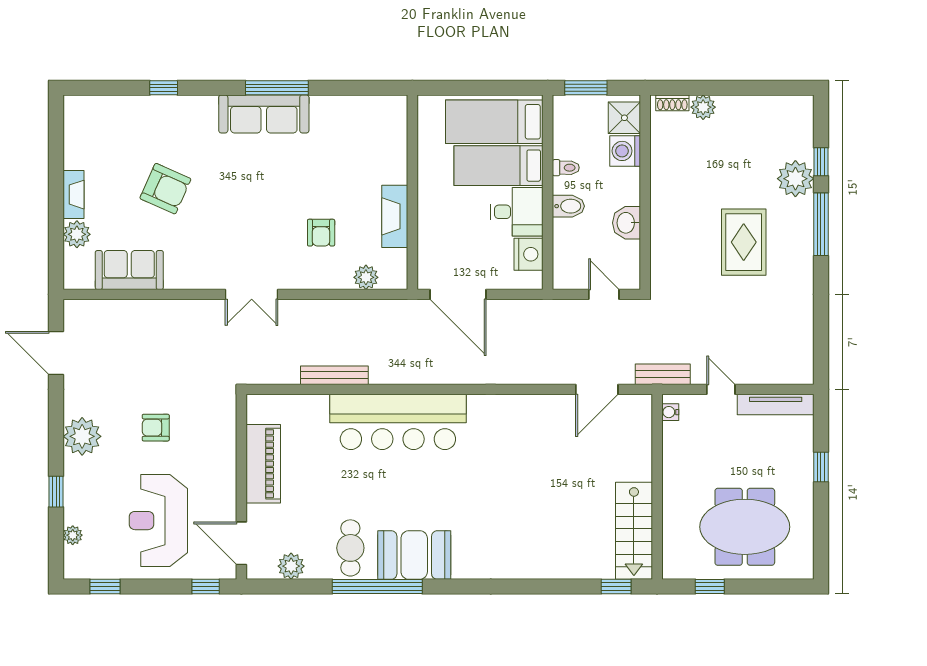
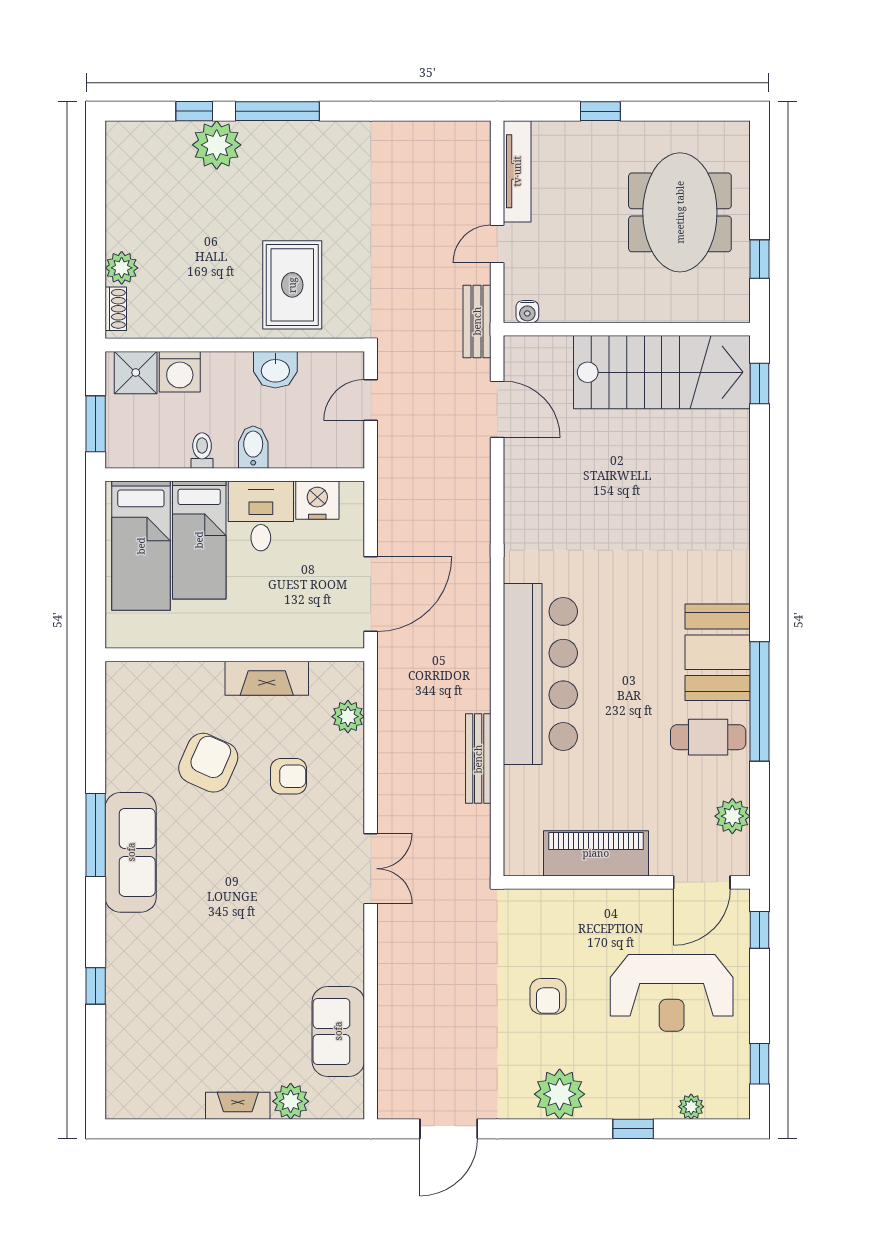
armchair: (165, 189) -> (208, 763), moved
rug: (744, 242) -> (292, 285), moved, turned 90
stairs: (634, 531) -> (662, 372), width x1.36, depth x1.51

